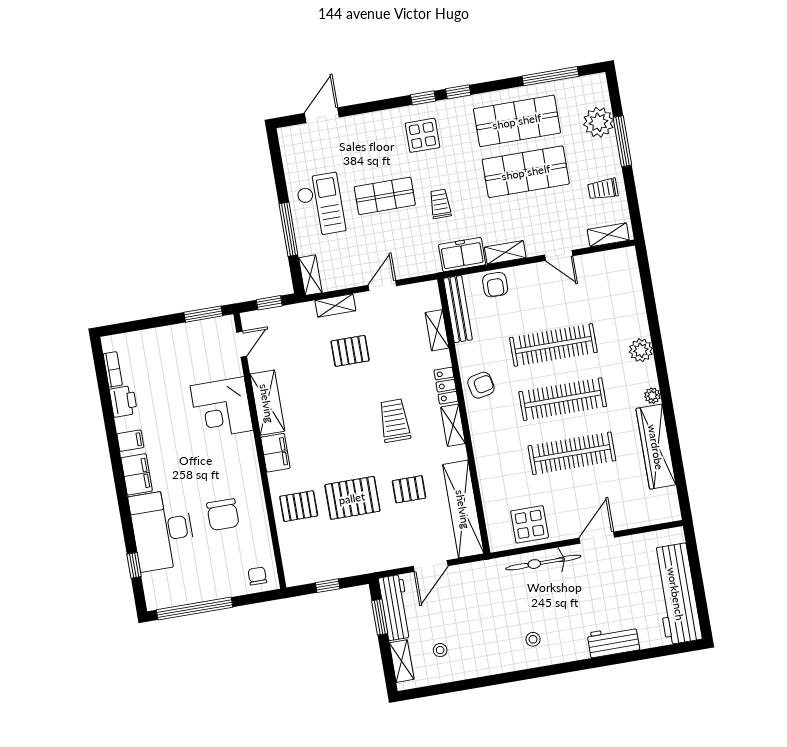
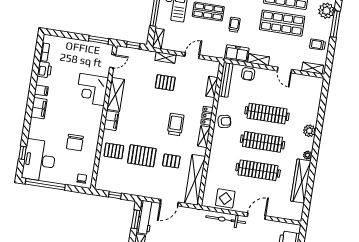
desk: (162, 530) -> (39, 160), moved

